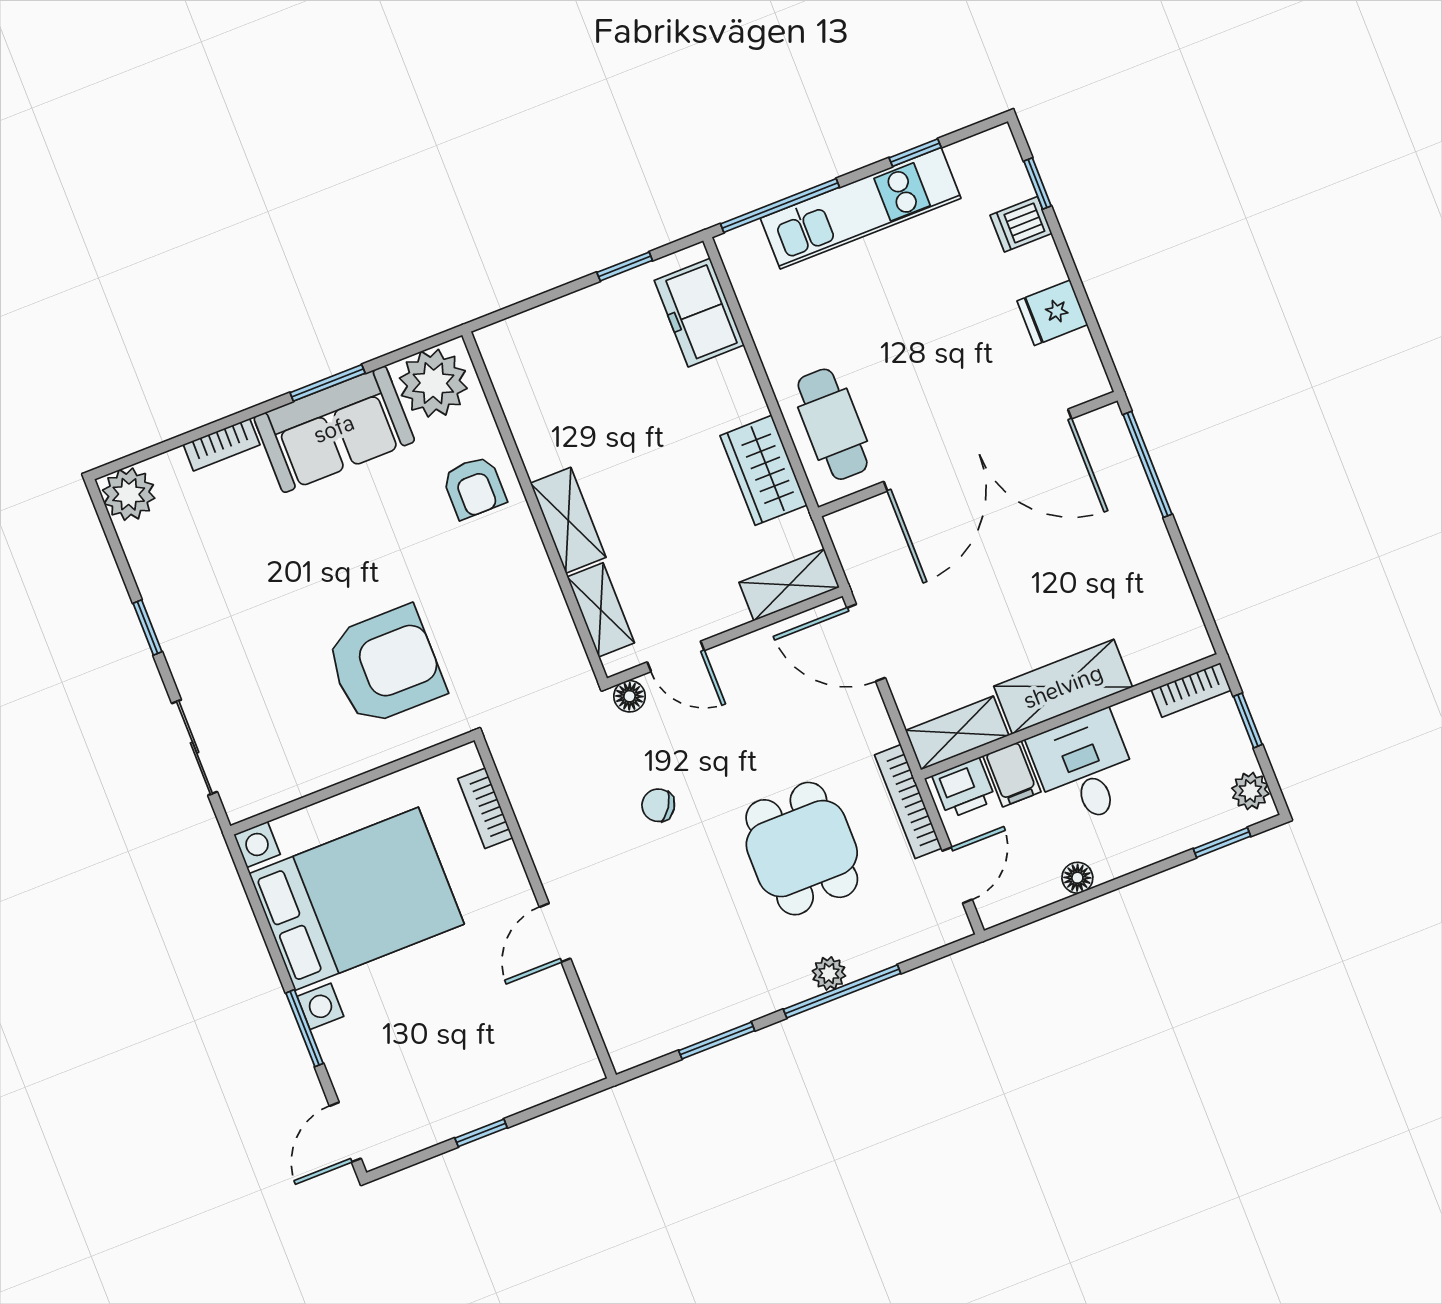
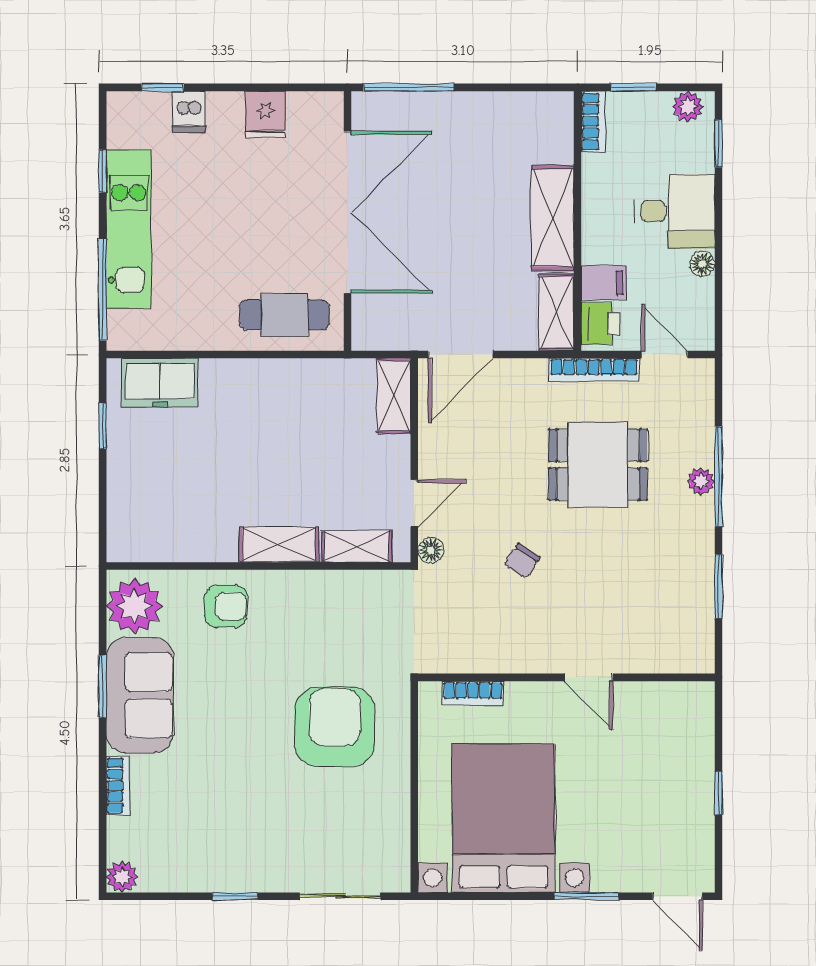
wardrobe: (763, 470) -> (299, 381), removed
plant: (129, 494) -> (122, 877), width x0.73, depth x0.73
desk: (1085, 768) -> (675, 211), moved, turned 180

